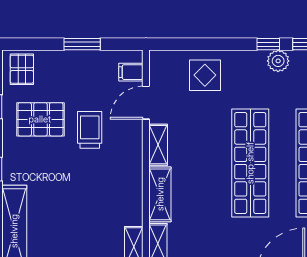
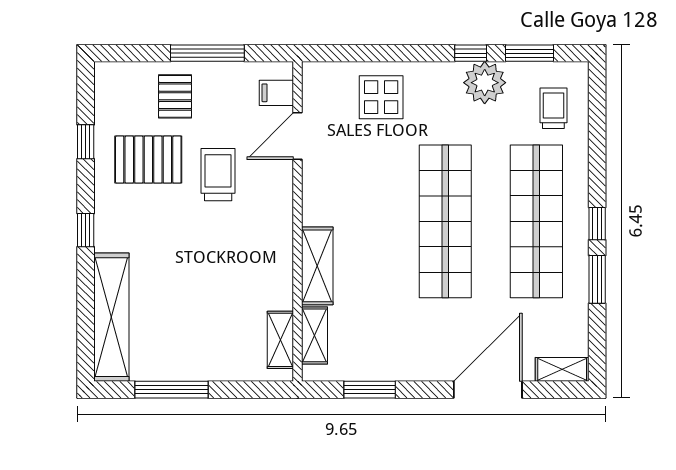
window: (82, 44) -> (207, 53), width x1.44
plant: (278, 61) -> (485, 83), width x1.36, depth x1.36
pallet: (22, 69) -> (175, 96), moved
shelving: (158, 145) -> (315, 196), removed

